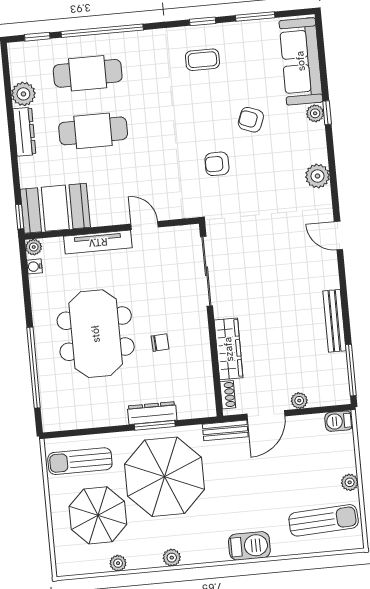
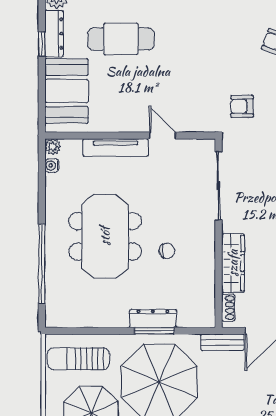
armchair: (217, 164) -> (242, 106), moved
booth: (55, 208) -> (67, 91), moved, turned 90
window: (20, 217) -> (42, 44), moved

